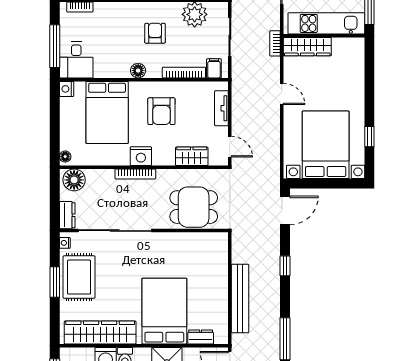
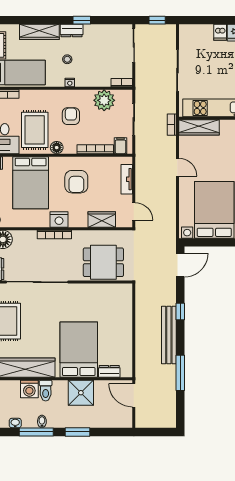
rug: (112, 50) -> (35, 130), added
bench: (240, 299) -> (169, 335), moved

